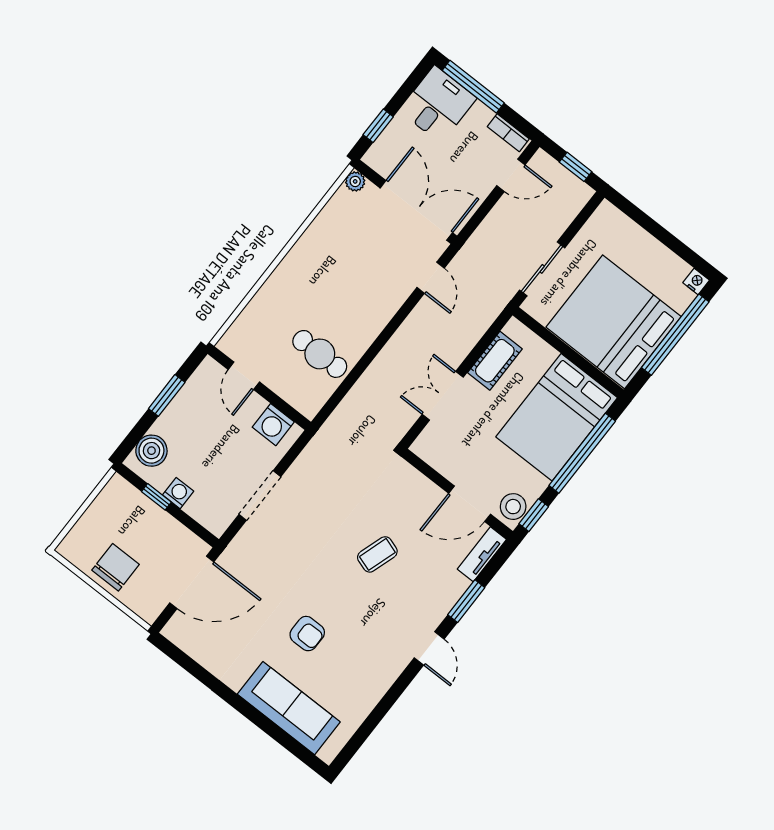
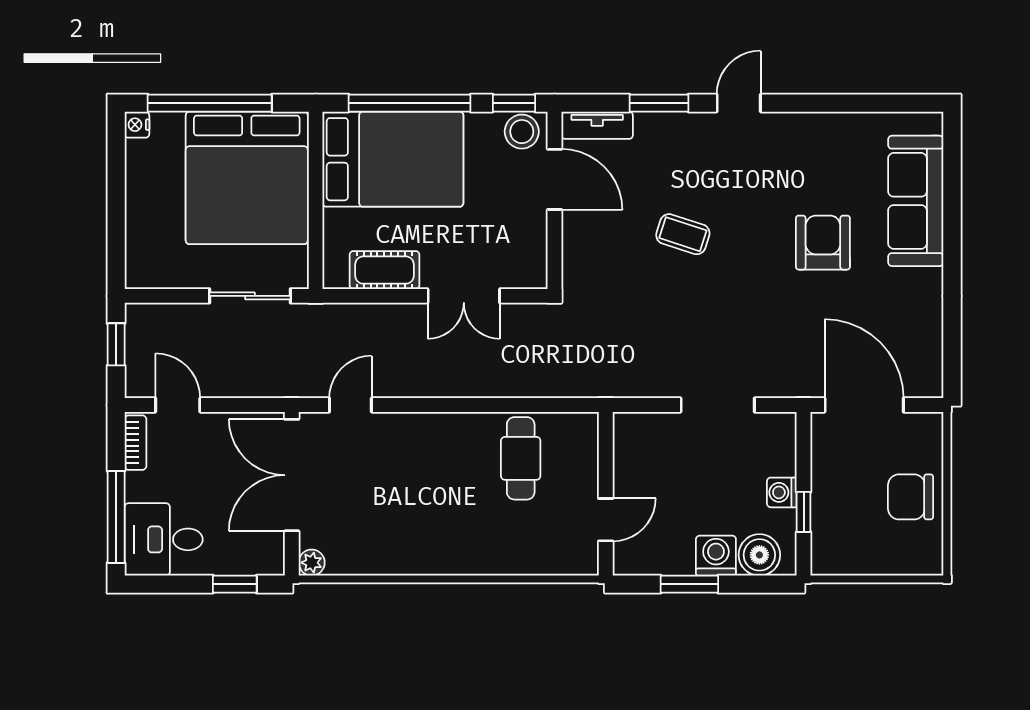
washing machine: (273, 425) -> (716, 556), moved, turned -90
armchair: (307, 634) -> (823, 243), width x1.38, depth x1.38

